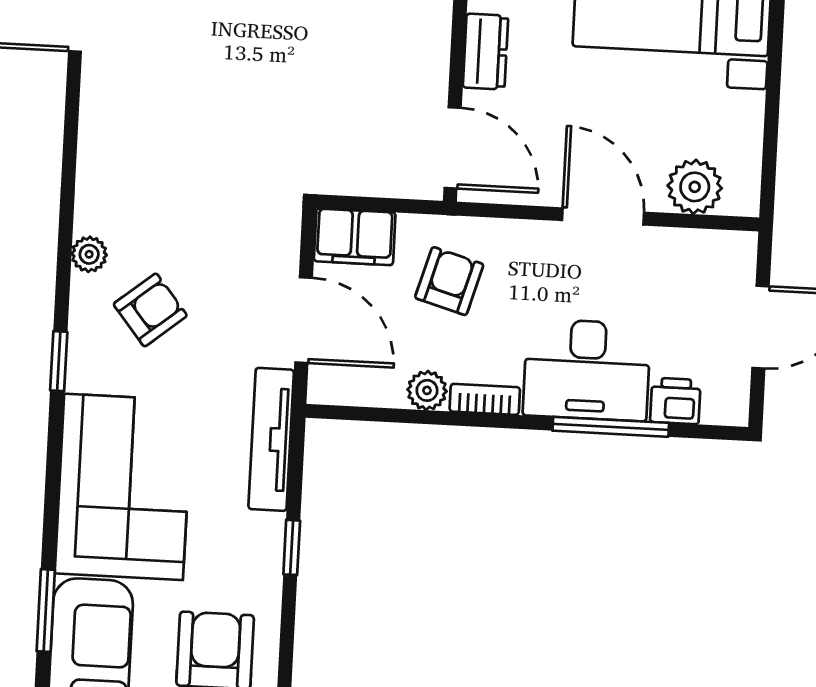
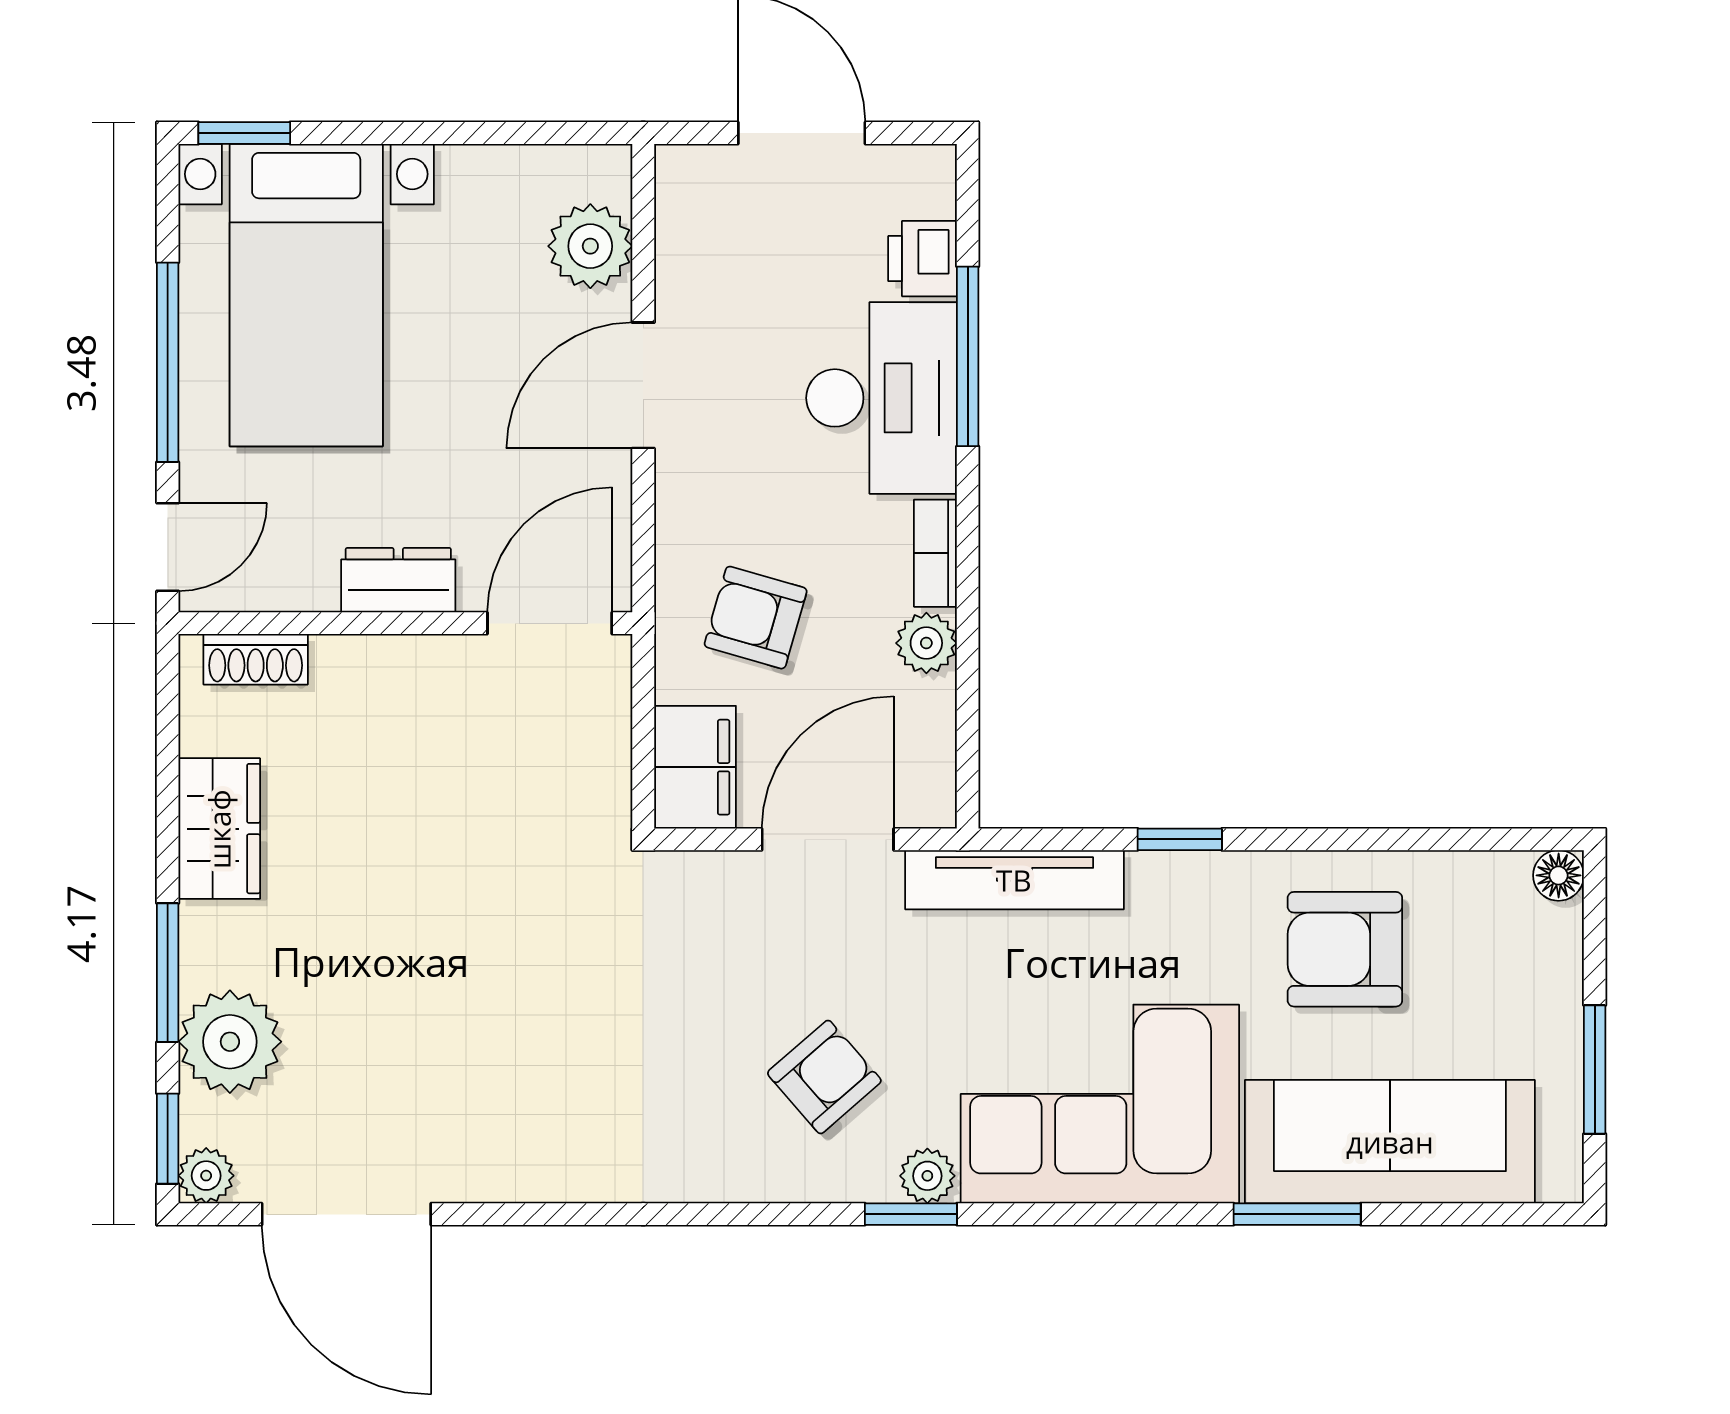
plant: (89, 254) -> (927, 1176), moved
armchair: (150, 310) -> (824, 1077), turned 88

